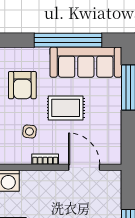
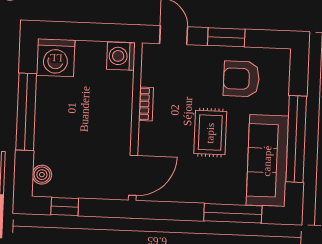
side table: (29, 131) -> (182, 85), removed
door: (84, 167) -> (133, 175), moved

